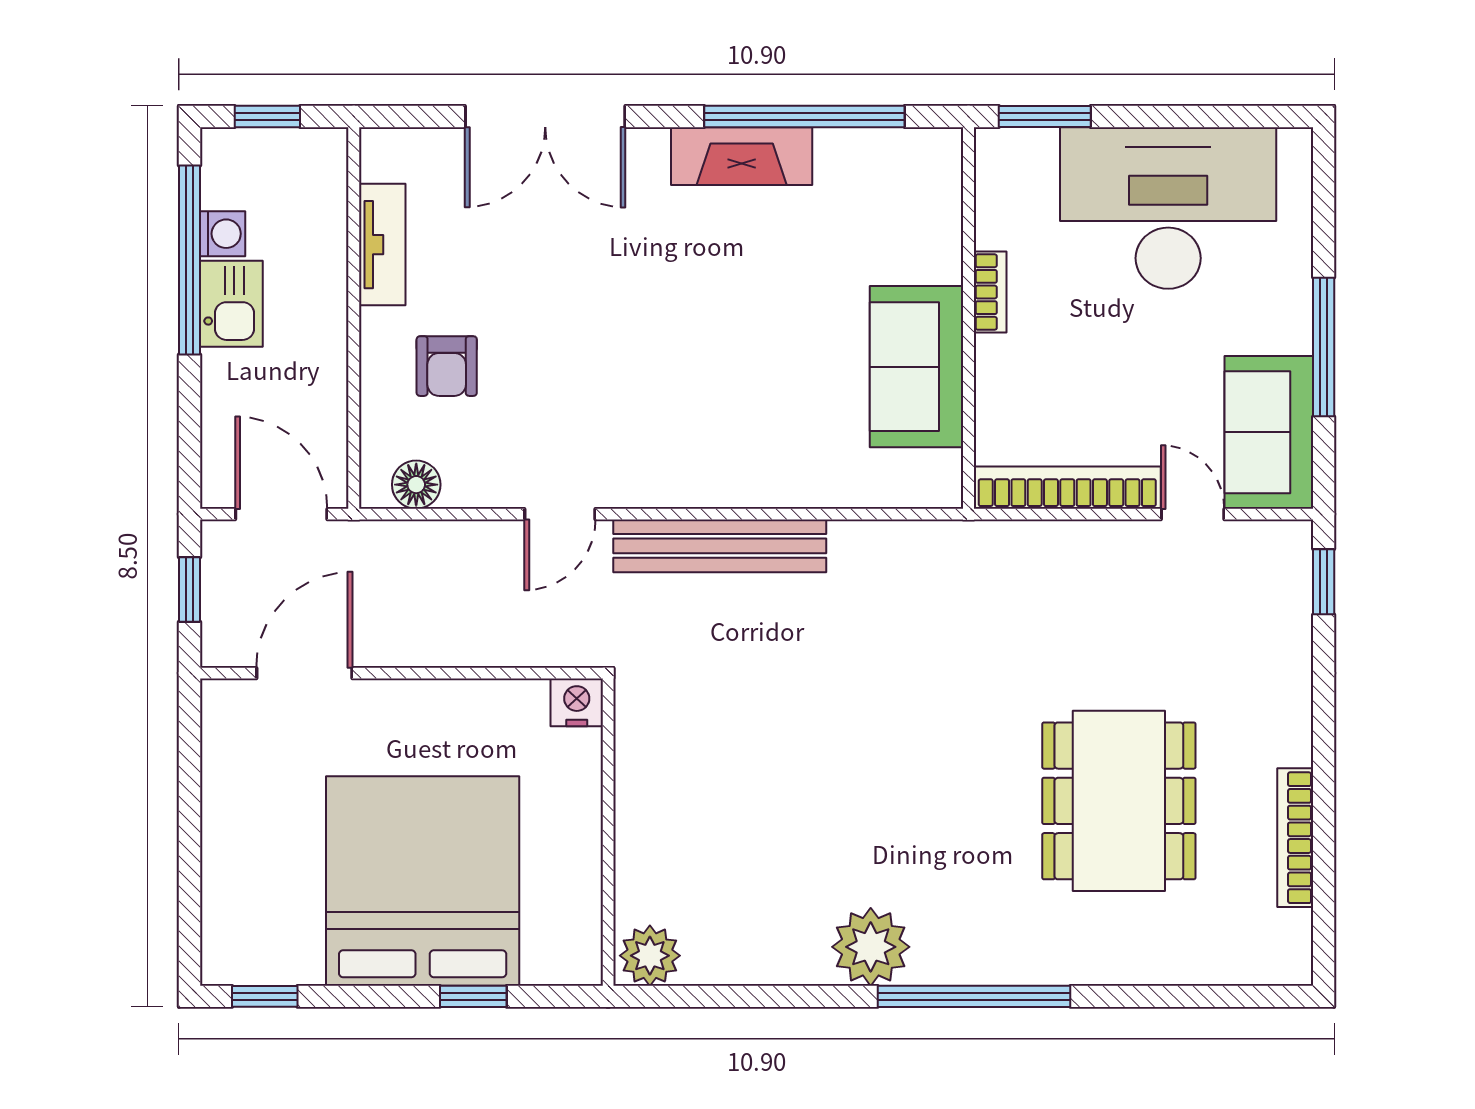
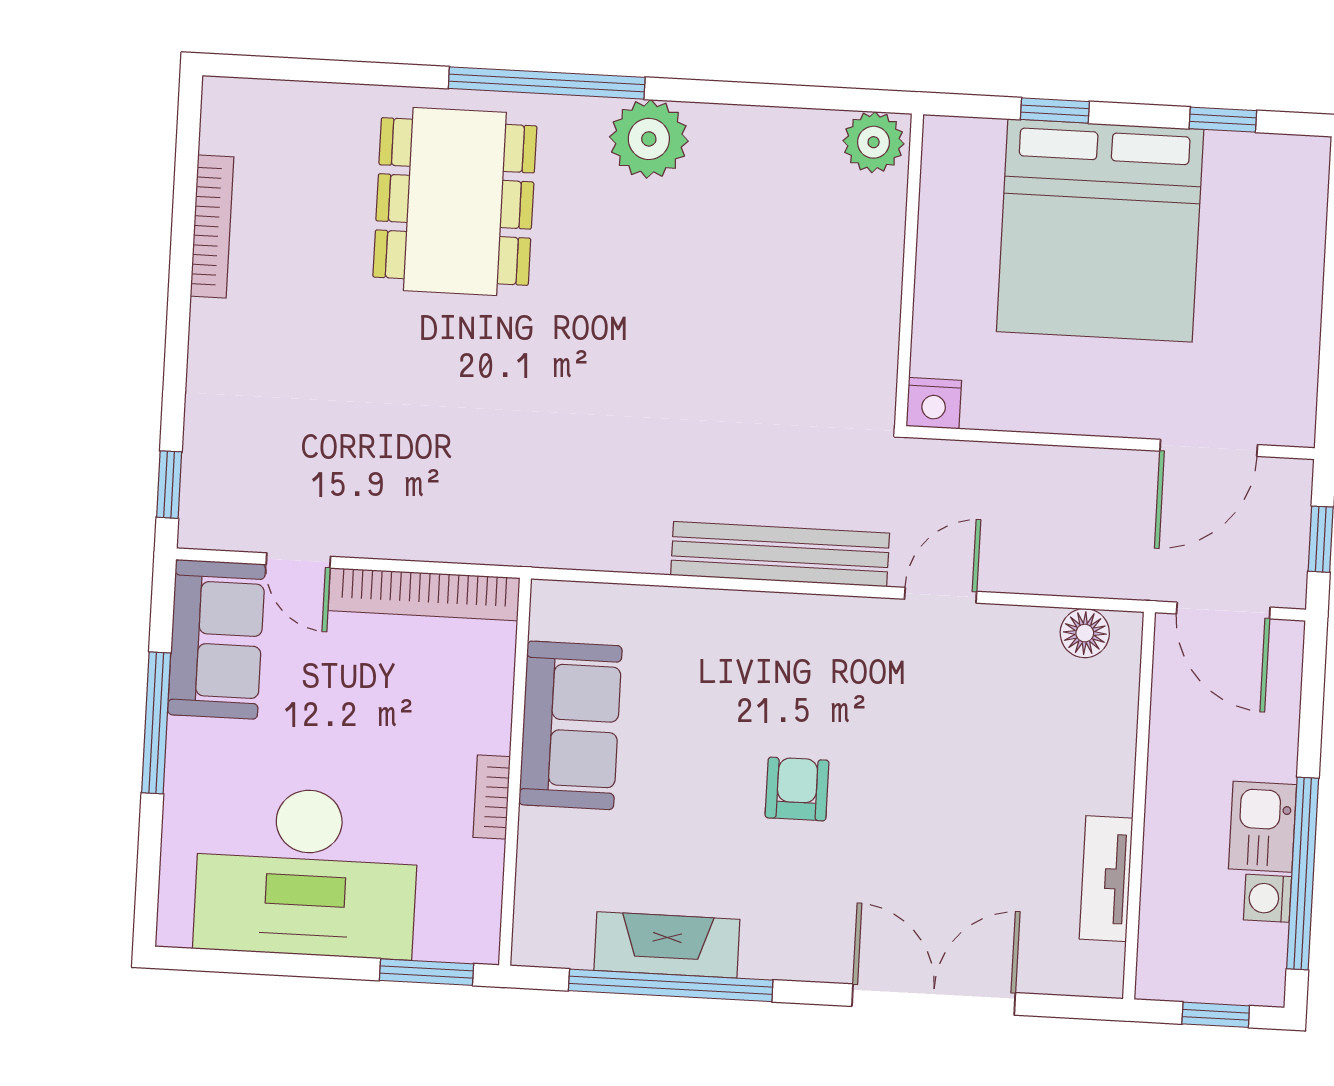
fireplace: (742, 156) -> (667, 945), moved
armchair: (447, 366) -> (797, 789), moved
dining table: (1119, 801) -> (455, 201), moved
window: (265, 996) -> (1223, 120), moved

